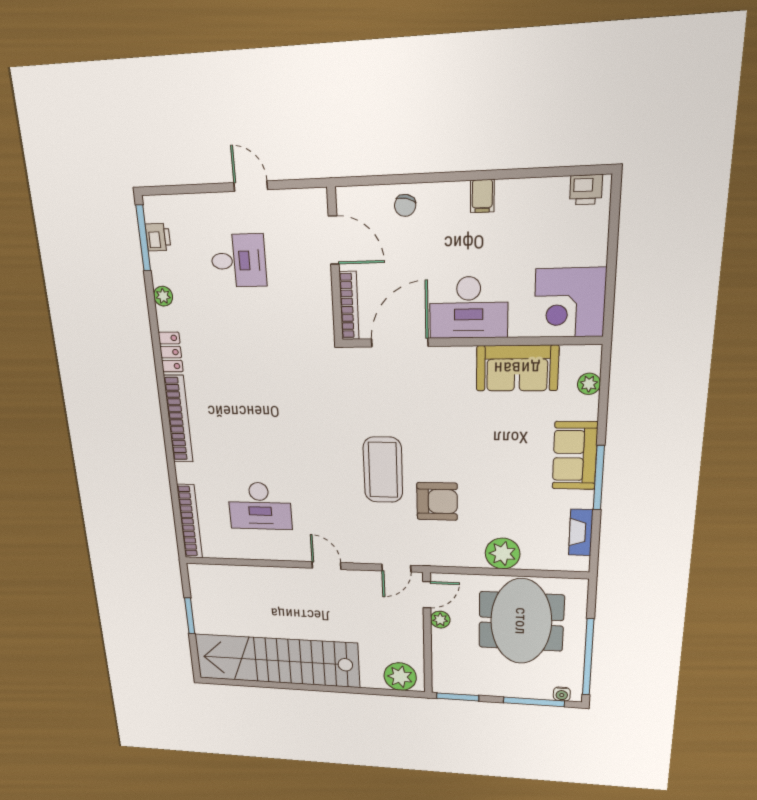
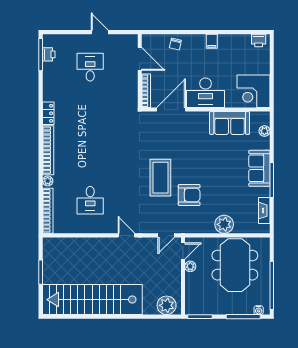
desk: (238, 261) -> (90, 67), turned -90
plant: (163, 296) -> (48, 181), moved
desk: (260, 506) -> (90, 200), width x0.73

